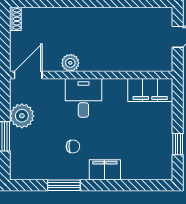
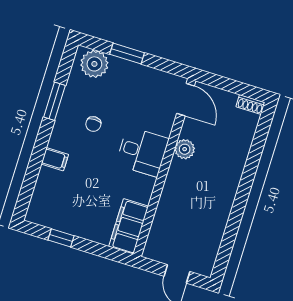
plant: (22, 116) -> (94, 64), moved
filing cabinet: (105, 170) -> (55, 159), width x0.50

